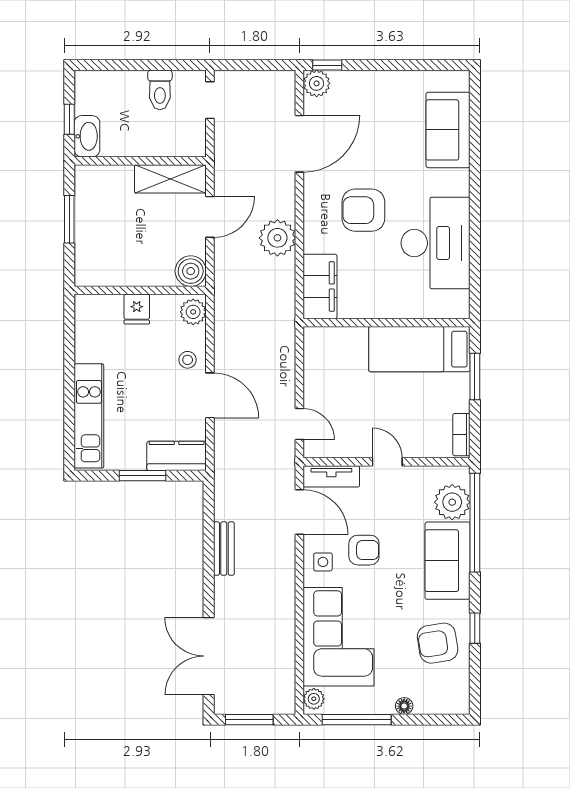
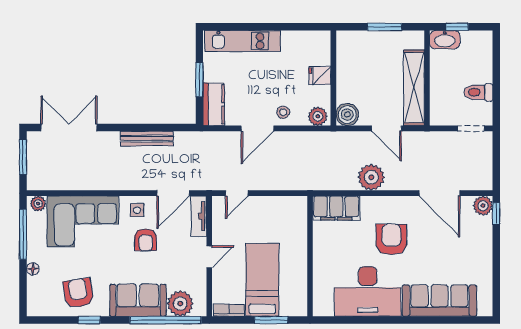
sofa: (448, 130) -> (439, 301), width x1.36
shelving: (170, 179) -> (414, 88), width x1.47
bed: (419, 349) -> (262, 280), moved
bench: (224, 549) -> (147, 139), width x1.36

